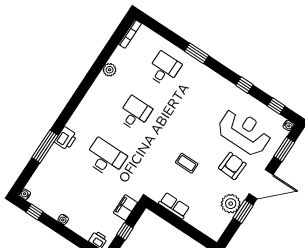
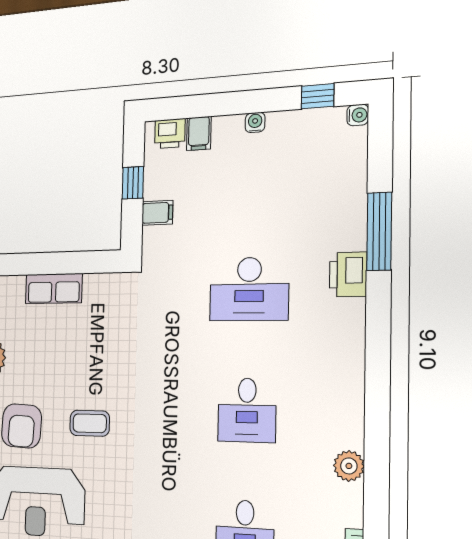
coffee table: (187, 163) -> (90, 423), moved
row of seats: (174, 206) -> (54, 289), moved
filing cabinet: (125, 208) -> (157, 213), width x0.50
filing cabinet: (87, 231) -> (199, 133), added

